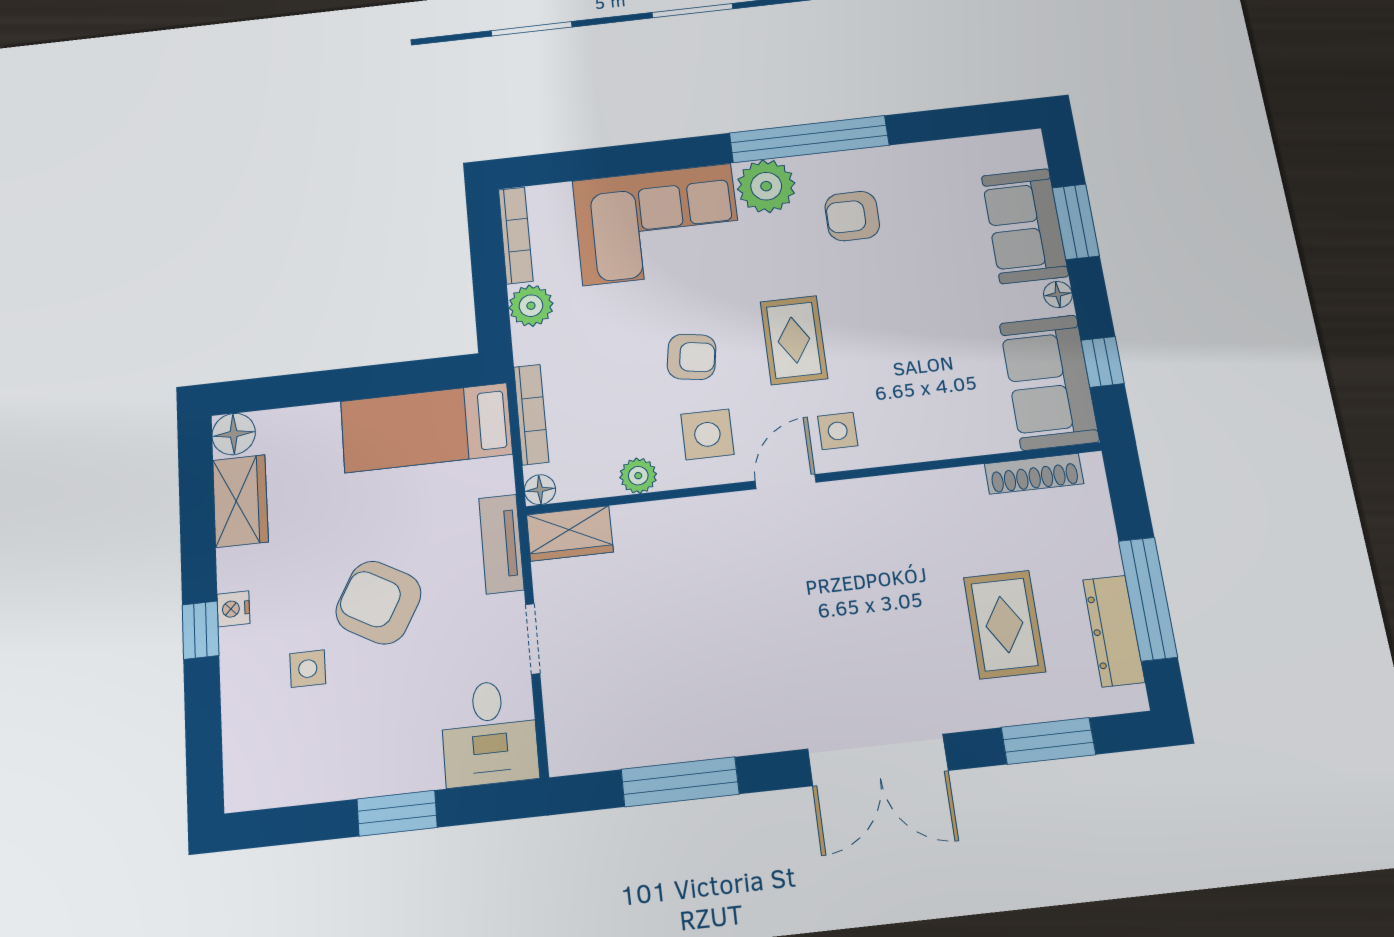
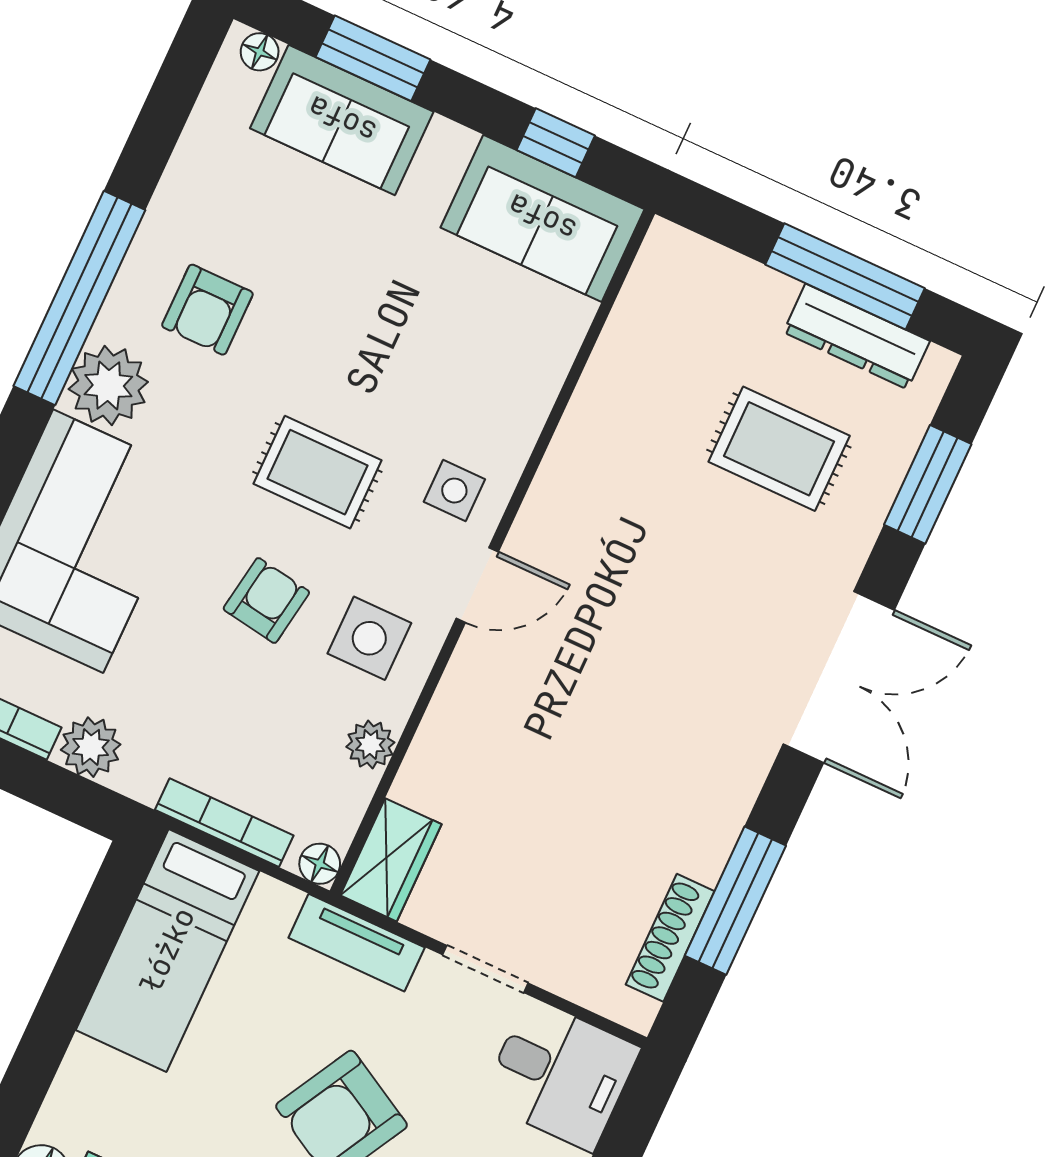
floor lamp: (1058, 294) -> (260, 52), moved
shoe rack: (1034, 474) -> (670, 938), moved, turned 180
door: (786, 482) -> (477, 585), swing flipped

